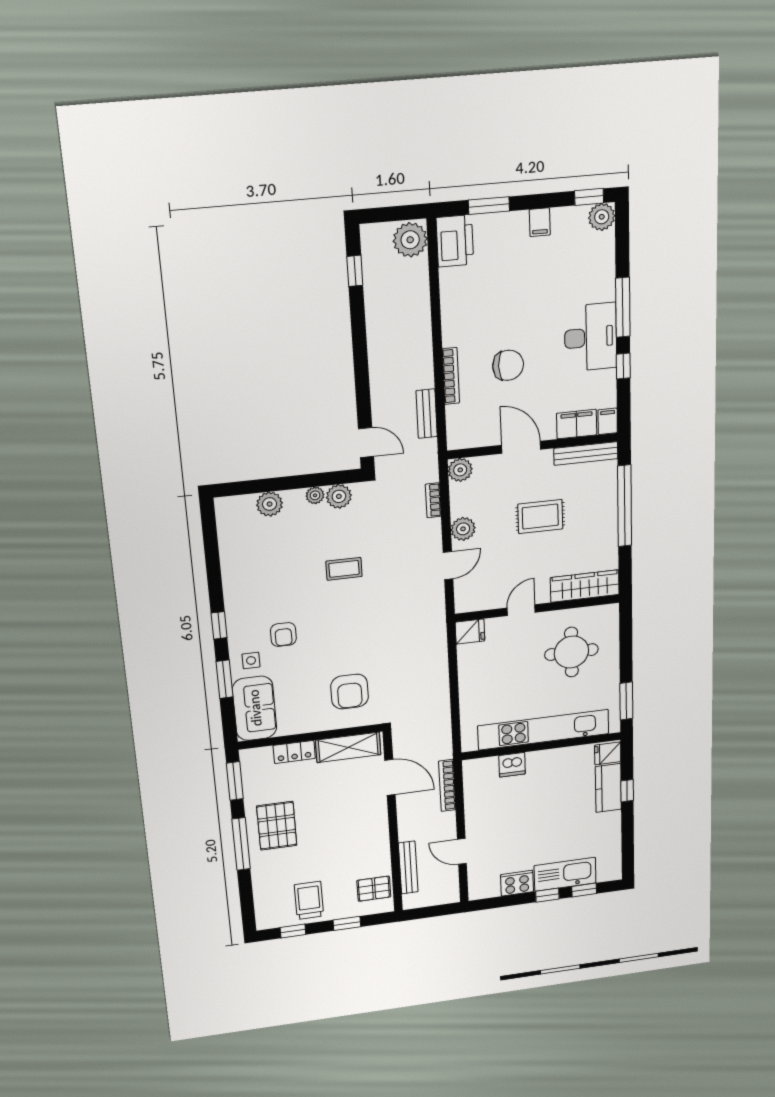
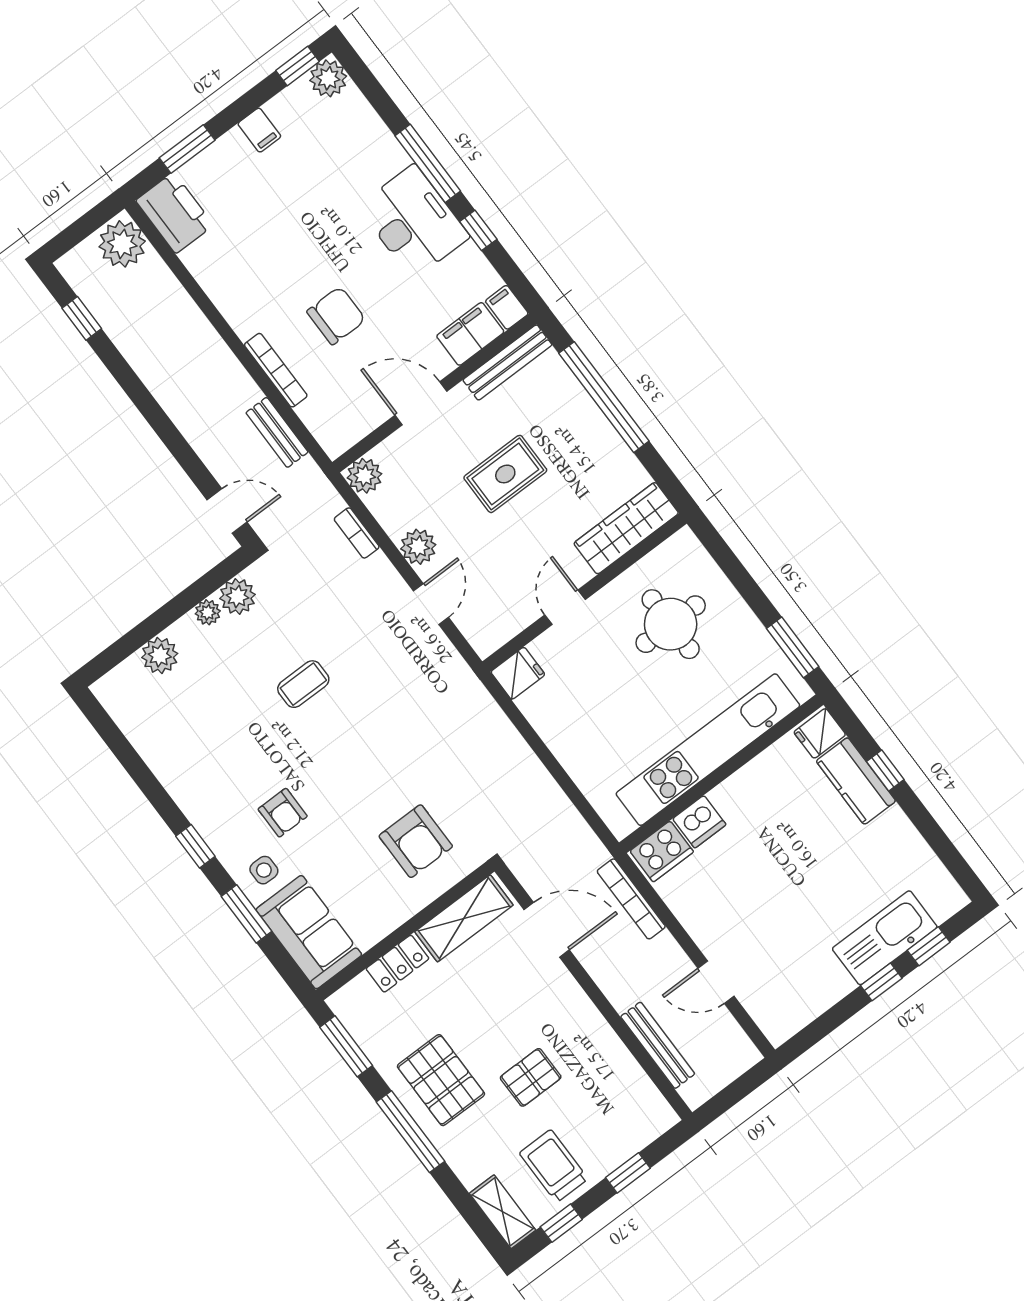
cooker: (517, 883) -> (662, 851), moved, turned 180
pallet: (374, 889) -> (531, 1077), moved
shelving: (265, 910) -> (503, 1212), added

